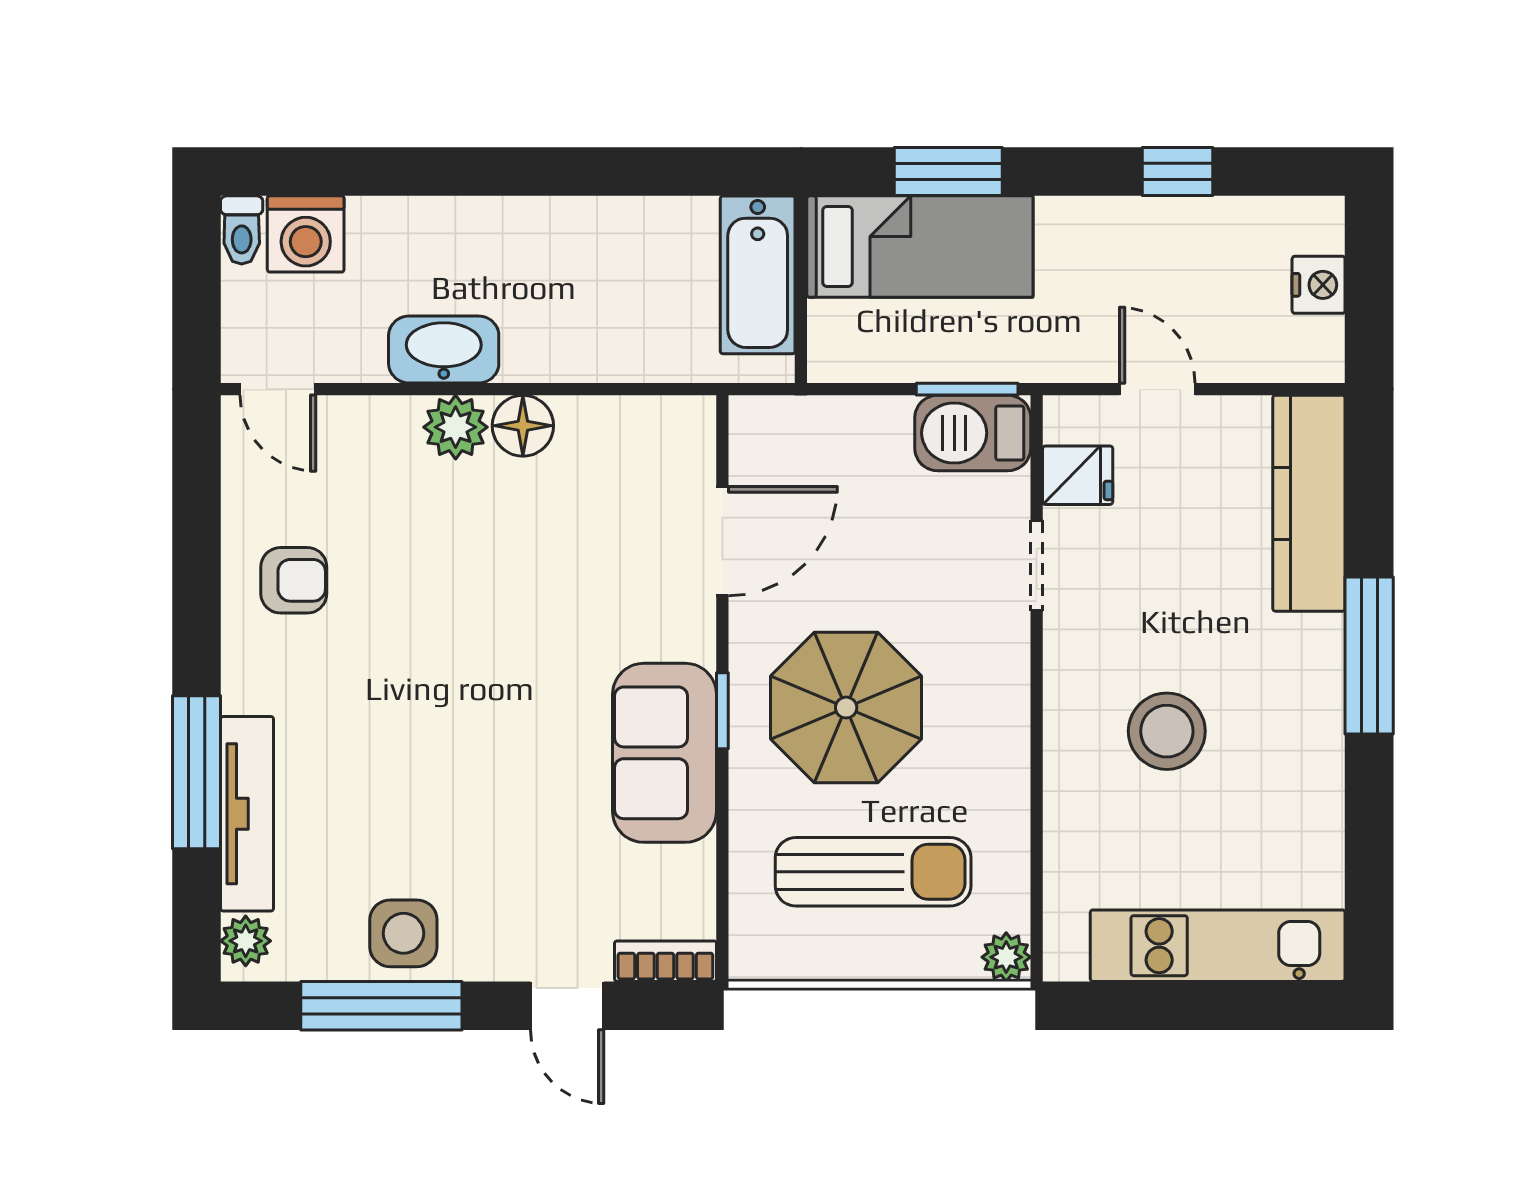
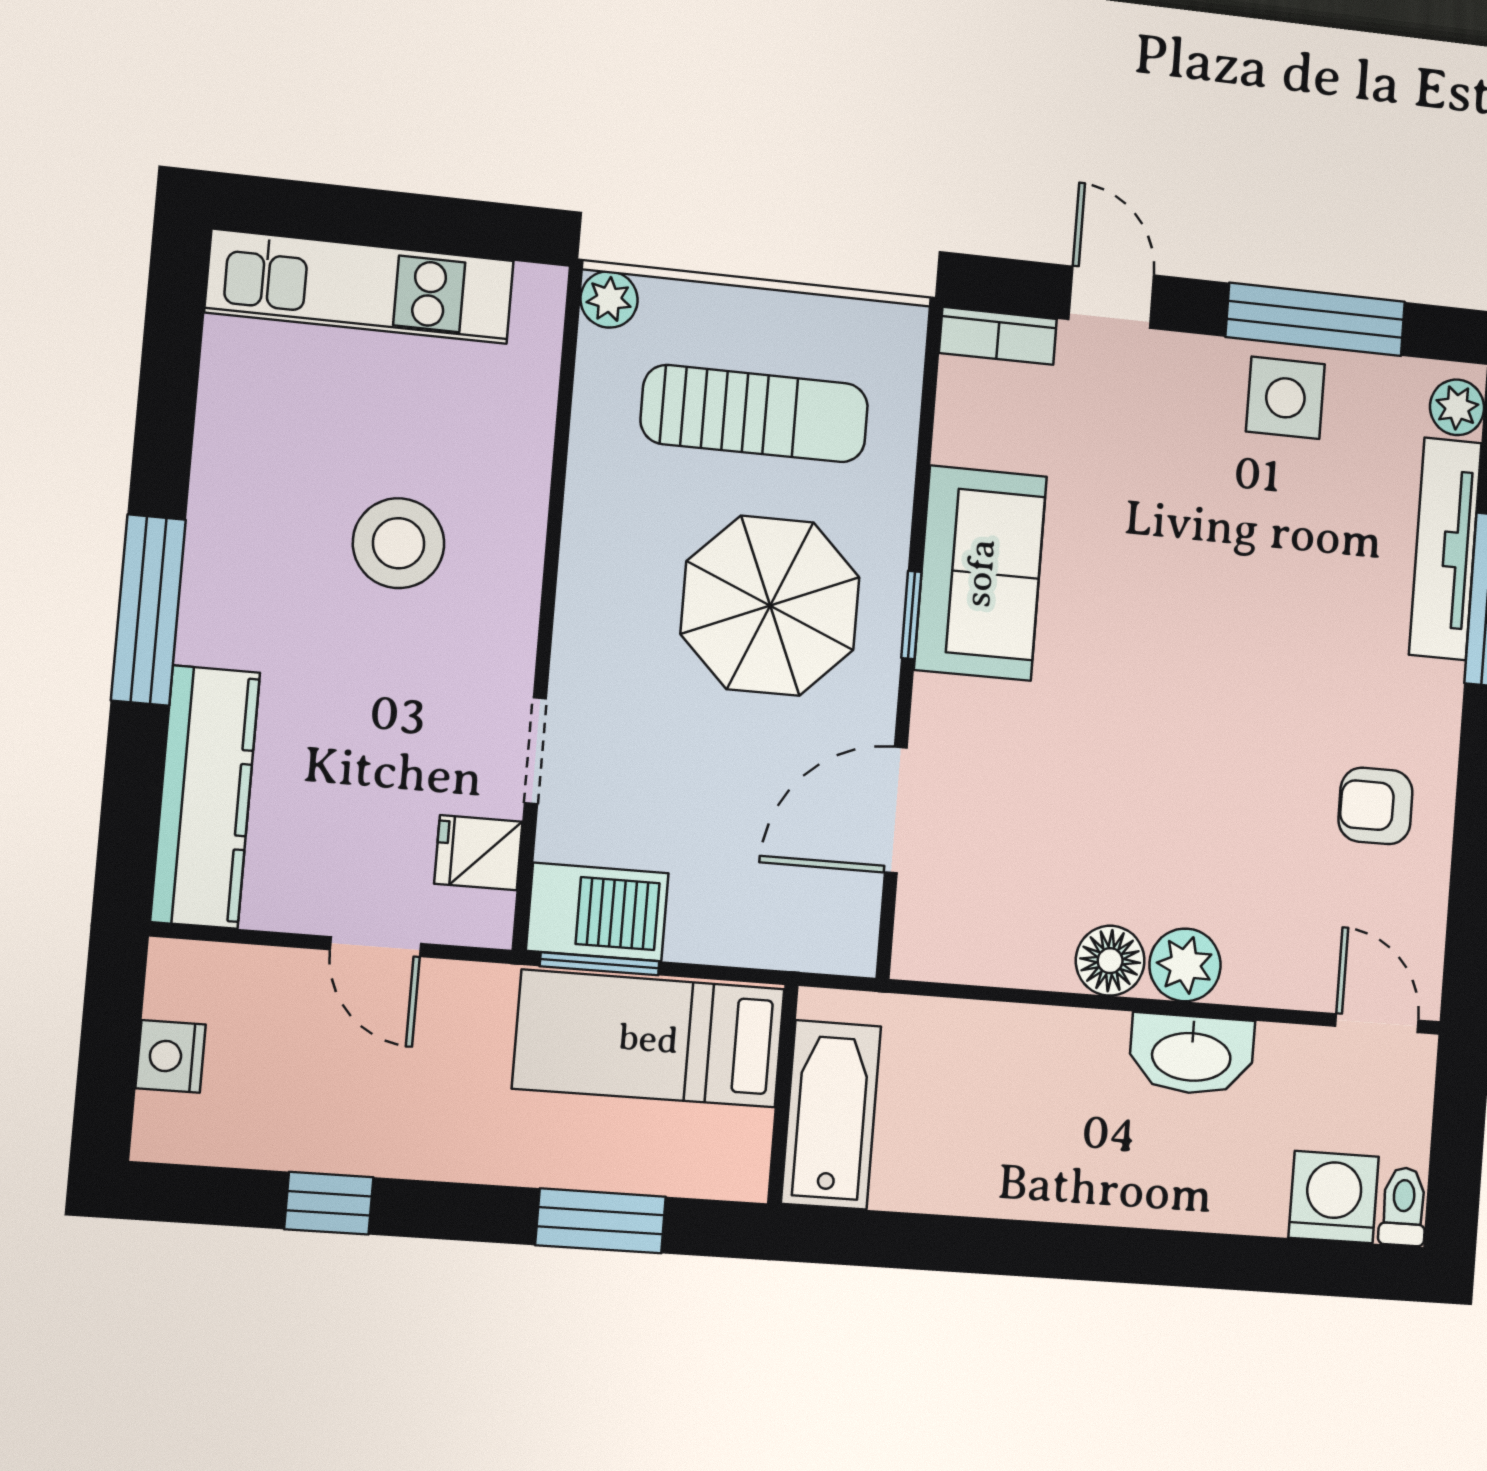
bed: (920, 247) -> (649, 1039), moved
sun lounger: (873, 872) -> (755, 414), turned 180

